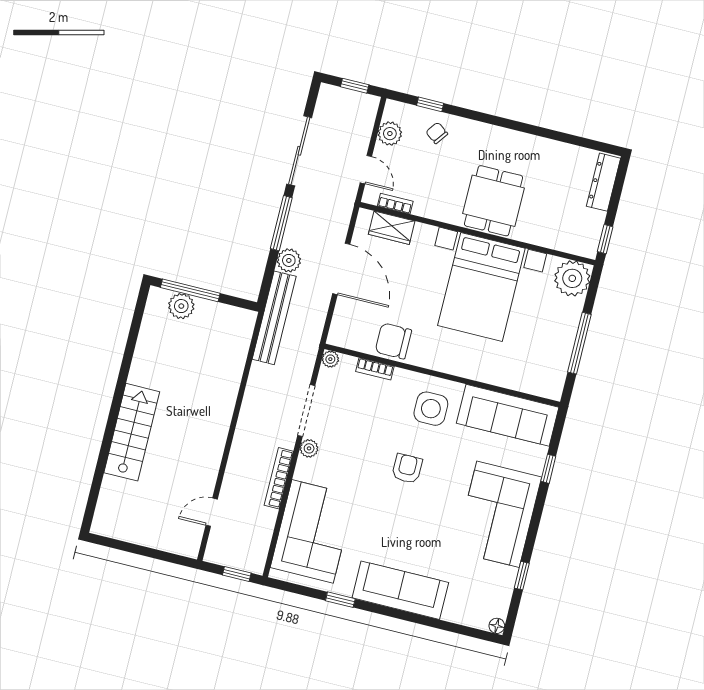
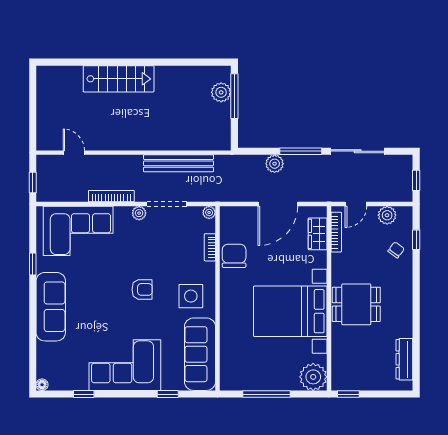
dresser: (603, 182) -> (404, 359), moved, turned -90
bookcase: (395, 204) -> (336, 232), width x1.56
bench: (274, 318) -> (179, 163), moved

